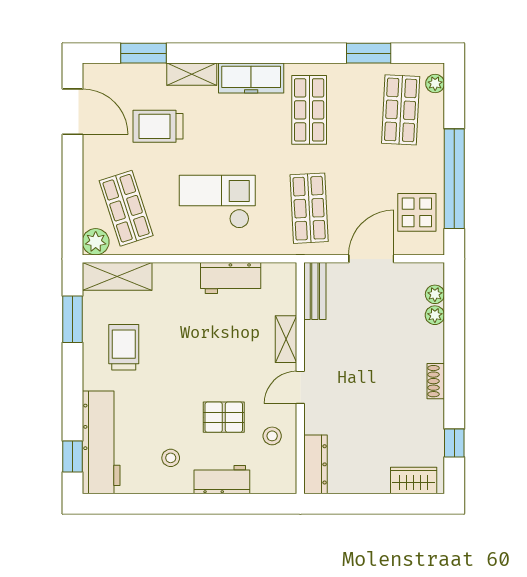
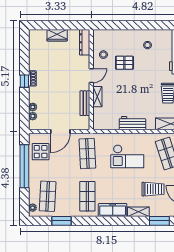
workbench: (231, 278) -> (132, 123), moved
bench: (315, 291) -> (85, 103), moved
window: (454, 443) -> (24, 81), moved
workbench: (222, 480) -> (125, 36), removed
wardrobe: (414, 481) -> (57, 35), moved

